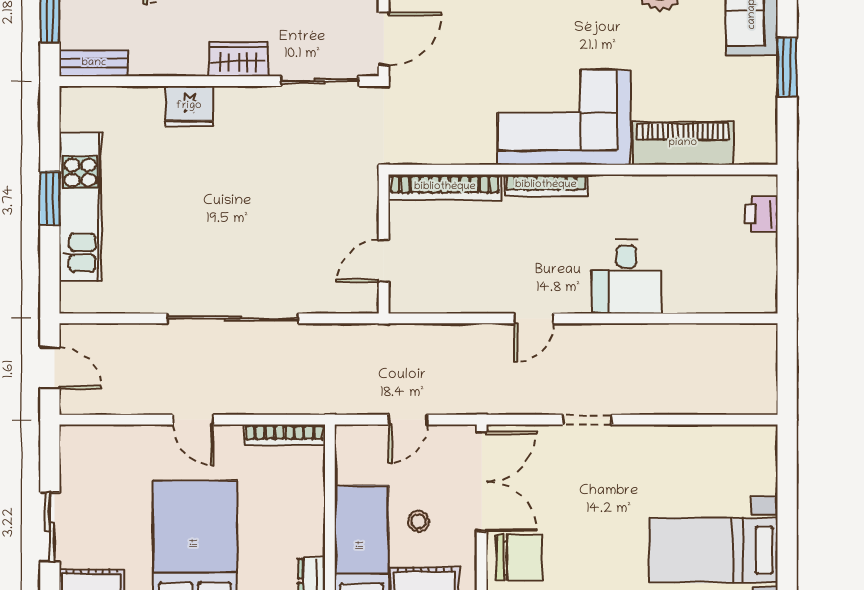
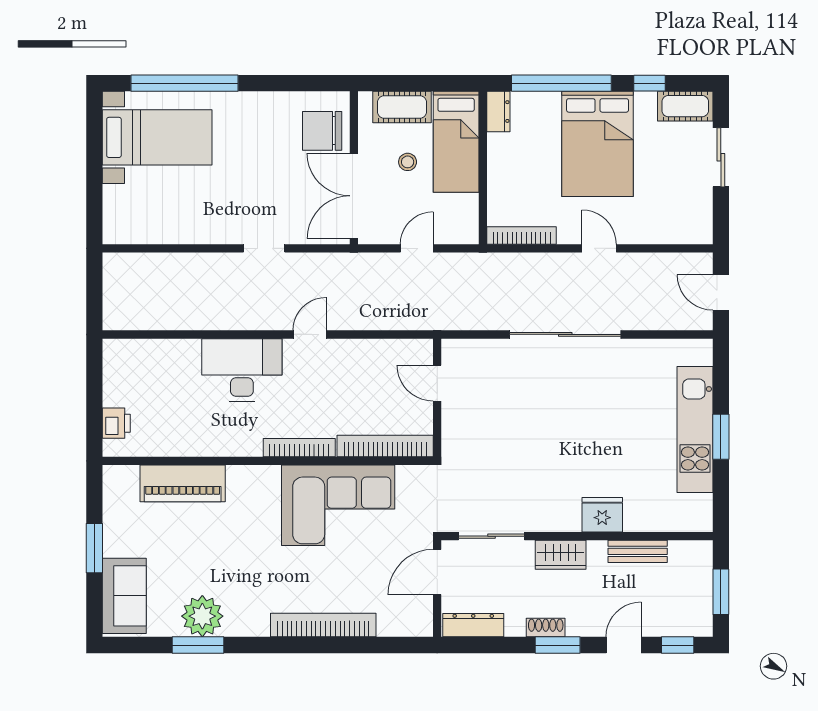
bench: (94, 63) -> (638, 551), moved
corner sofa: (564, 118) -> (338, 505), moved
door: (384, 261) -> (437, 383), swing flipped
desk: (626, 277) -> (242, 370), width x1.37

